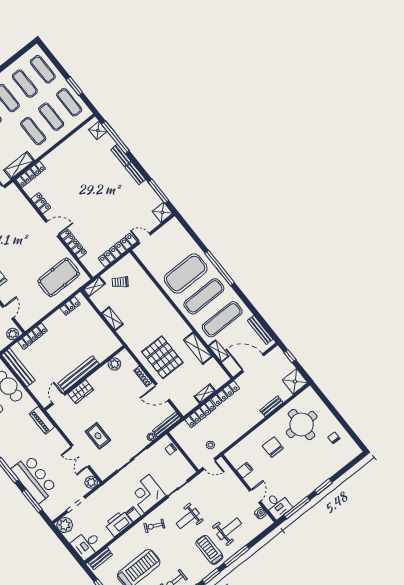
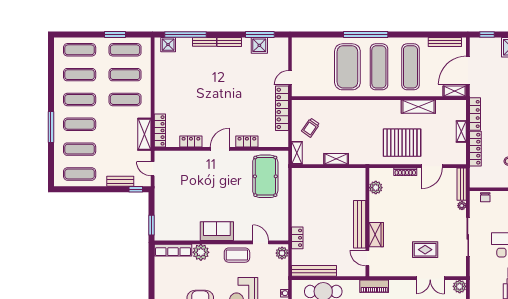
shower: (162, 212) -> (259, 45), moved
locker: (73, 244) -> (247, 142), width x0.66
locker: (70, 306) -> (297, 186), removed
locker: (33, 336) -> (297, 238), width x0.66
shelving: (219, 351) -> (455, 91), moved

